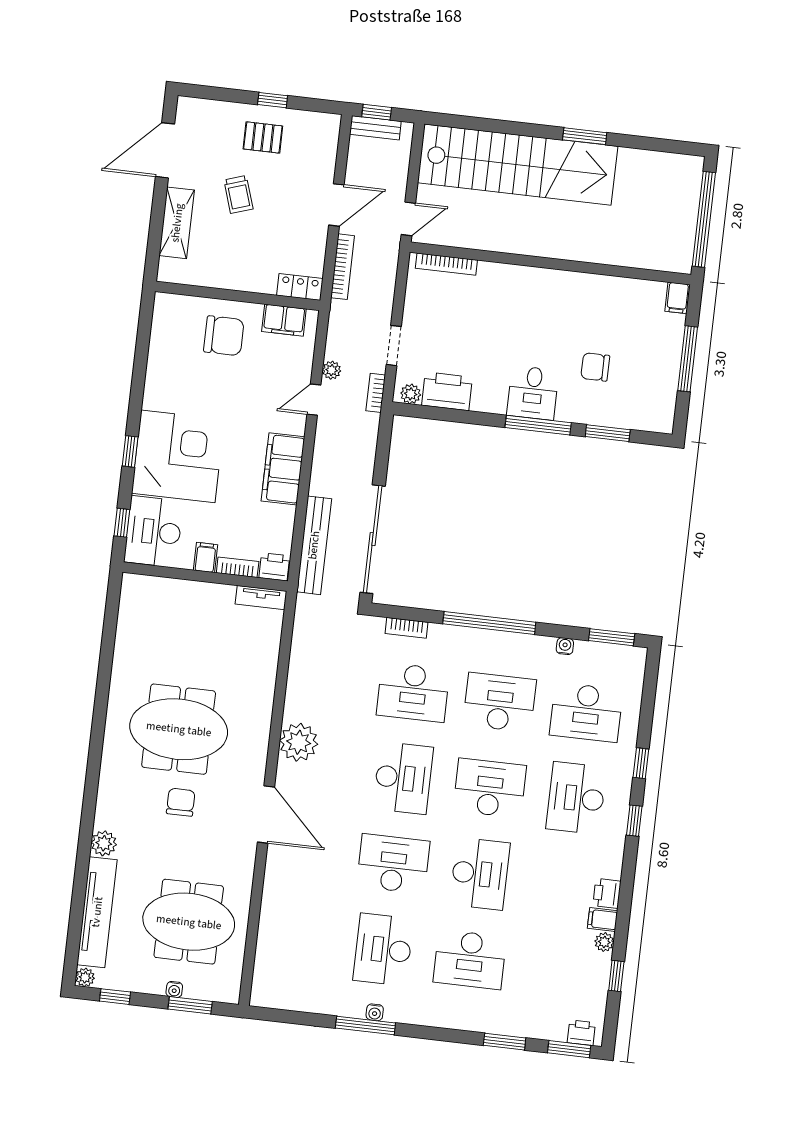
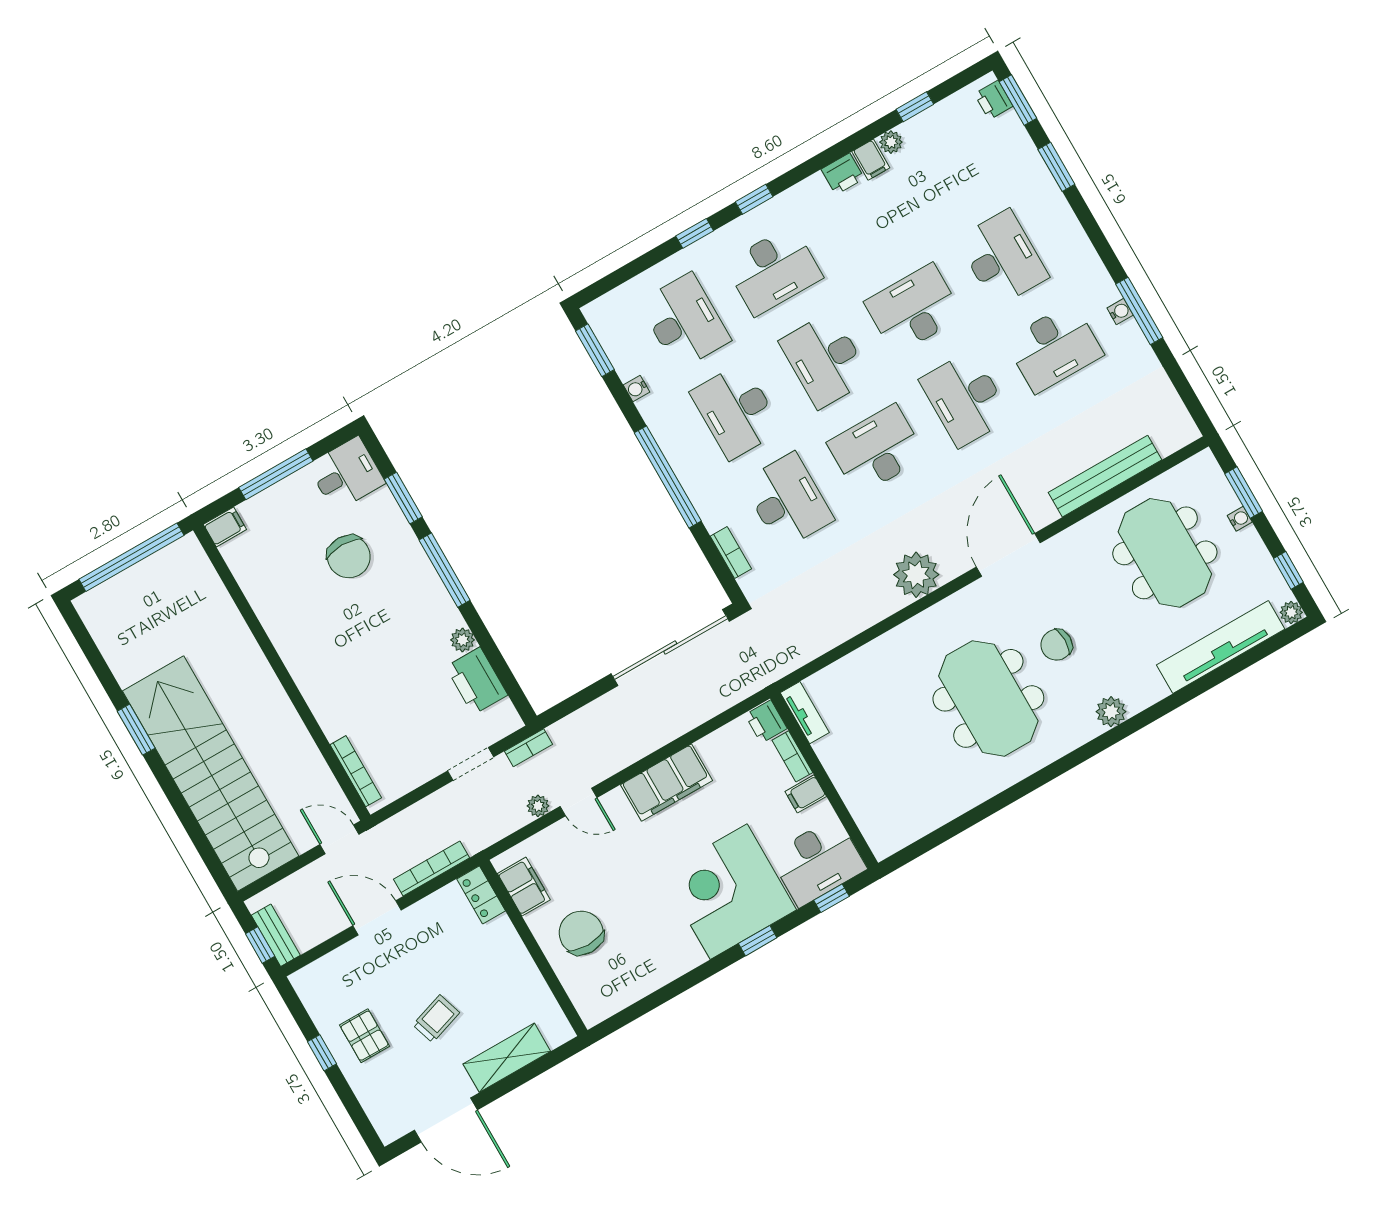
chair: (595, 367) -> (349, 557), width x1.37, depth x1.37
desk: (533, 393) -> (346, 474), moved
plant: (411, 394) -> (463, 640), moved
bench: (314, 545) -> (1105, 476), moved
plant: (104, 843) -> (1111, 712), moved

